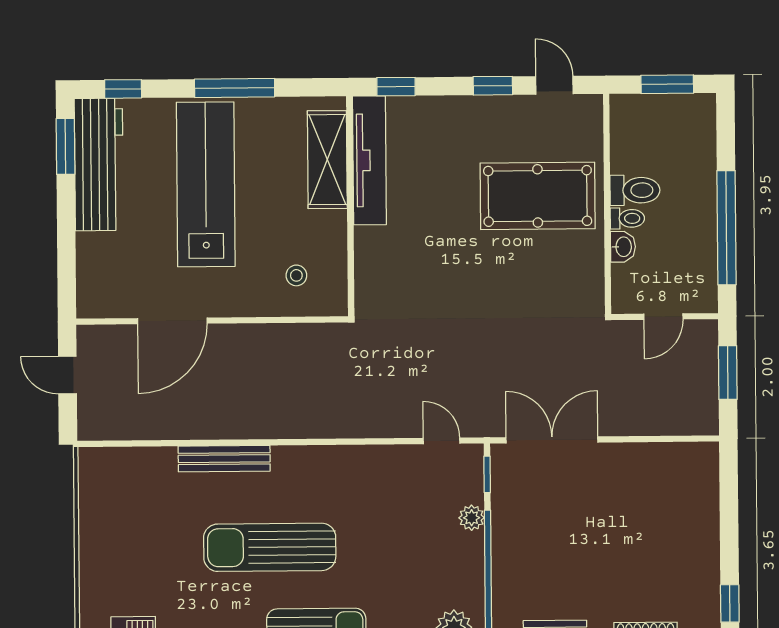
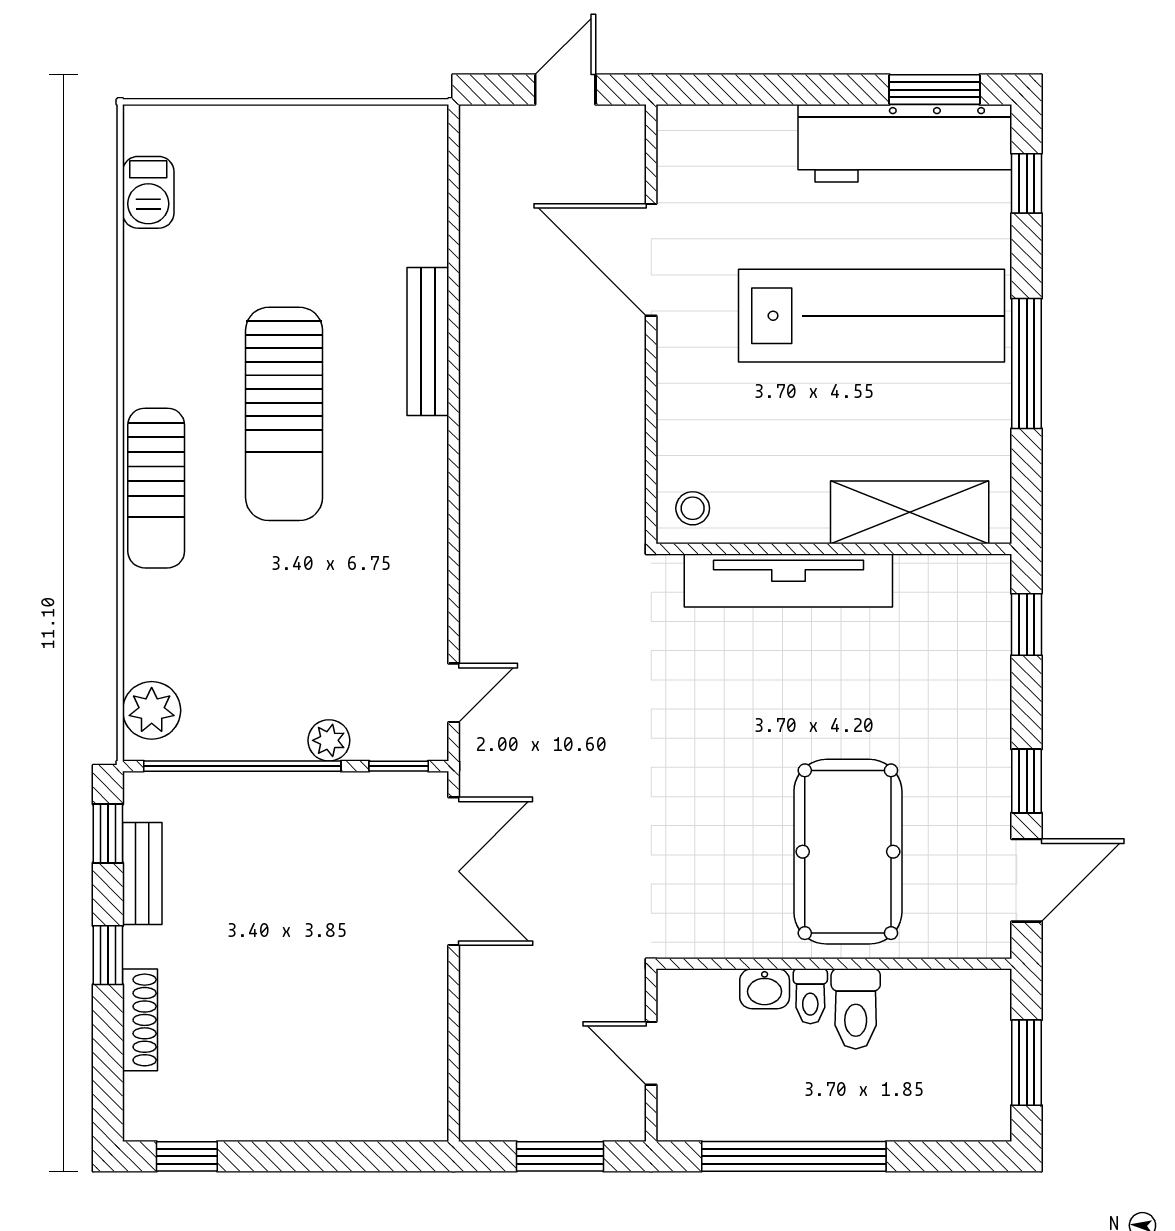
door: (554, 85) -> (1027, 880), width x1.38
tv unit: (369, 160) -> (788, 580), moved
stool: (296, 275) -> (693, 508), moved
sun lounger: (270, 547) -> (284, 414), turned 180

